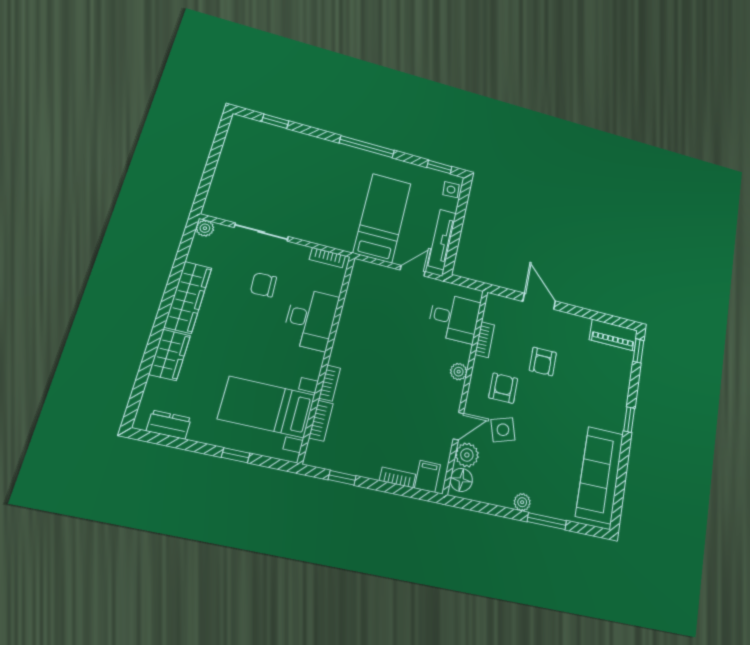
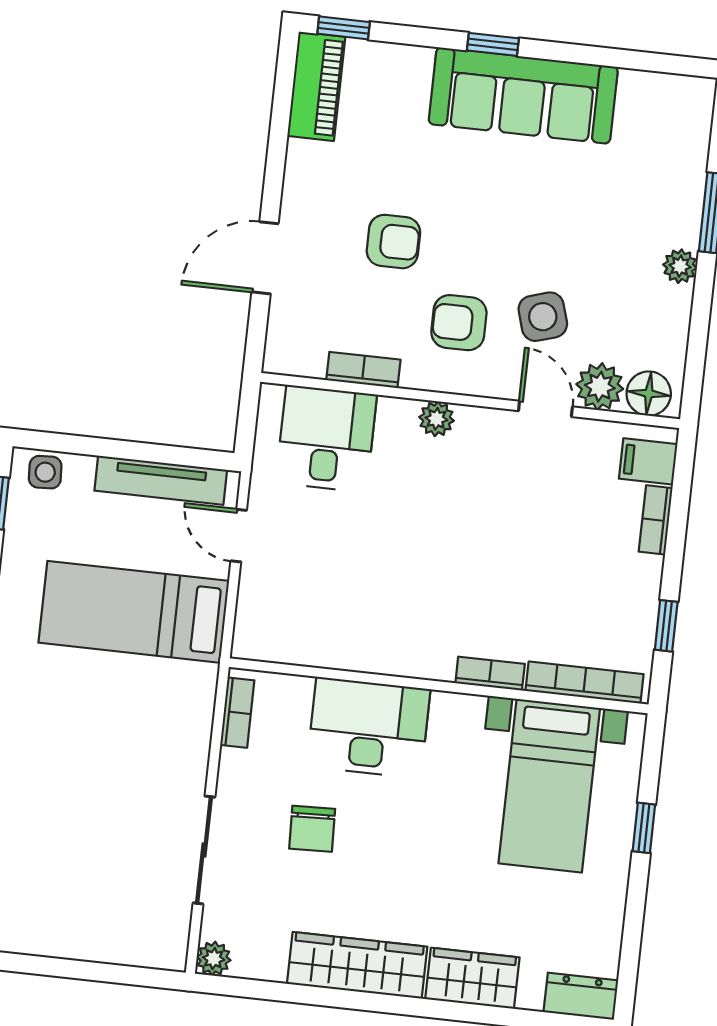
bookcase: (321, 421) -> (585, 683), width x1.56
dresser: (169, 425) -> (581, 996), moved, turned 90
sofa: (600, 475) -> (523, 95), moved

